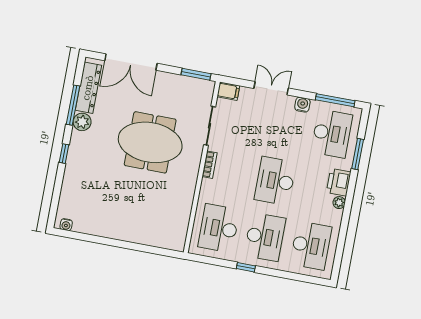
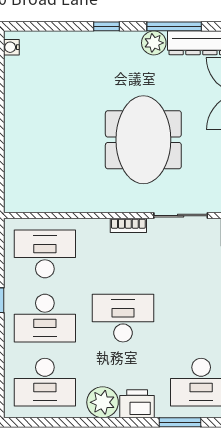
plant: (339, 203) -> (103, 402), width x1.88, depth x1.88

